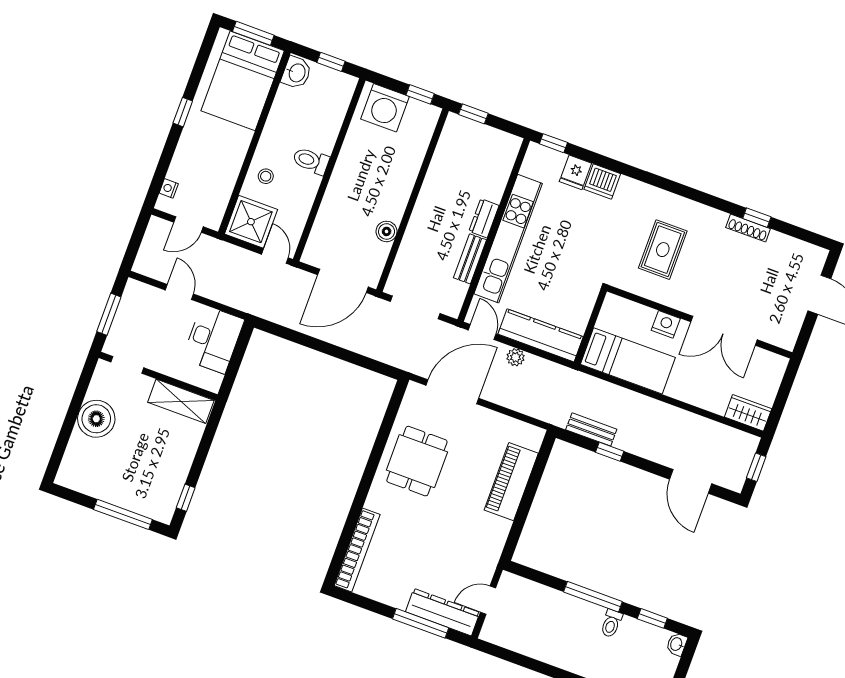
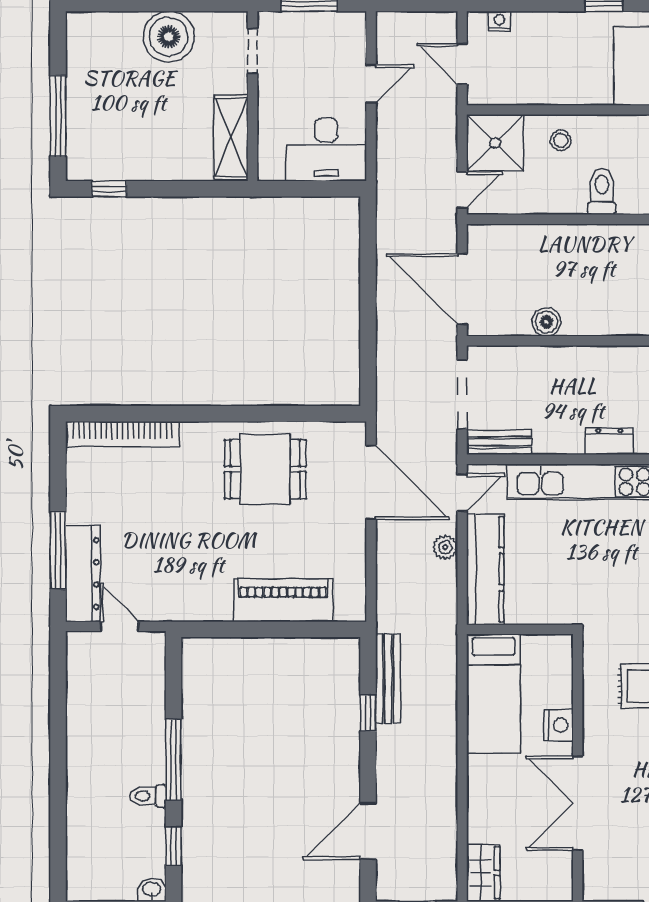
bench: (470, 259) -> (499, 442), moved
bench: (591, 429) -> (388, 679), width x1.36

